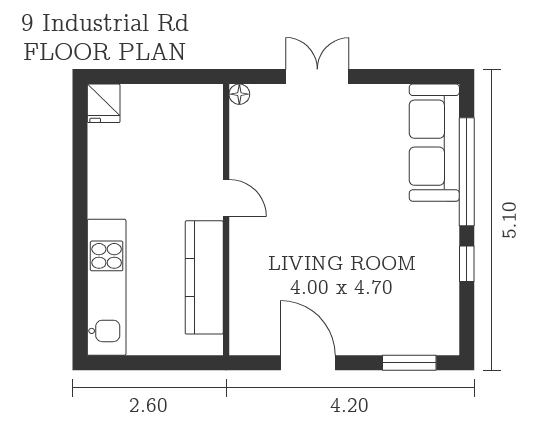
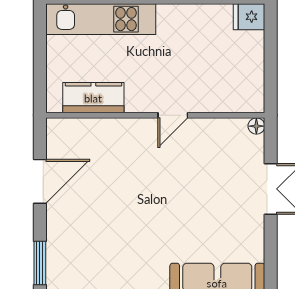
kitchen counter: (204, 277) -> (93, 98), width x0.67

